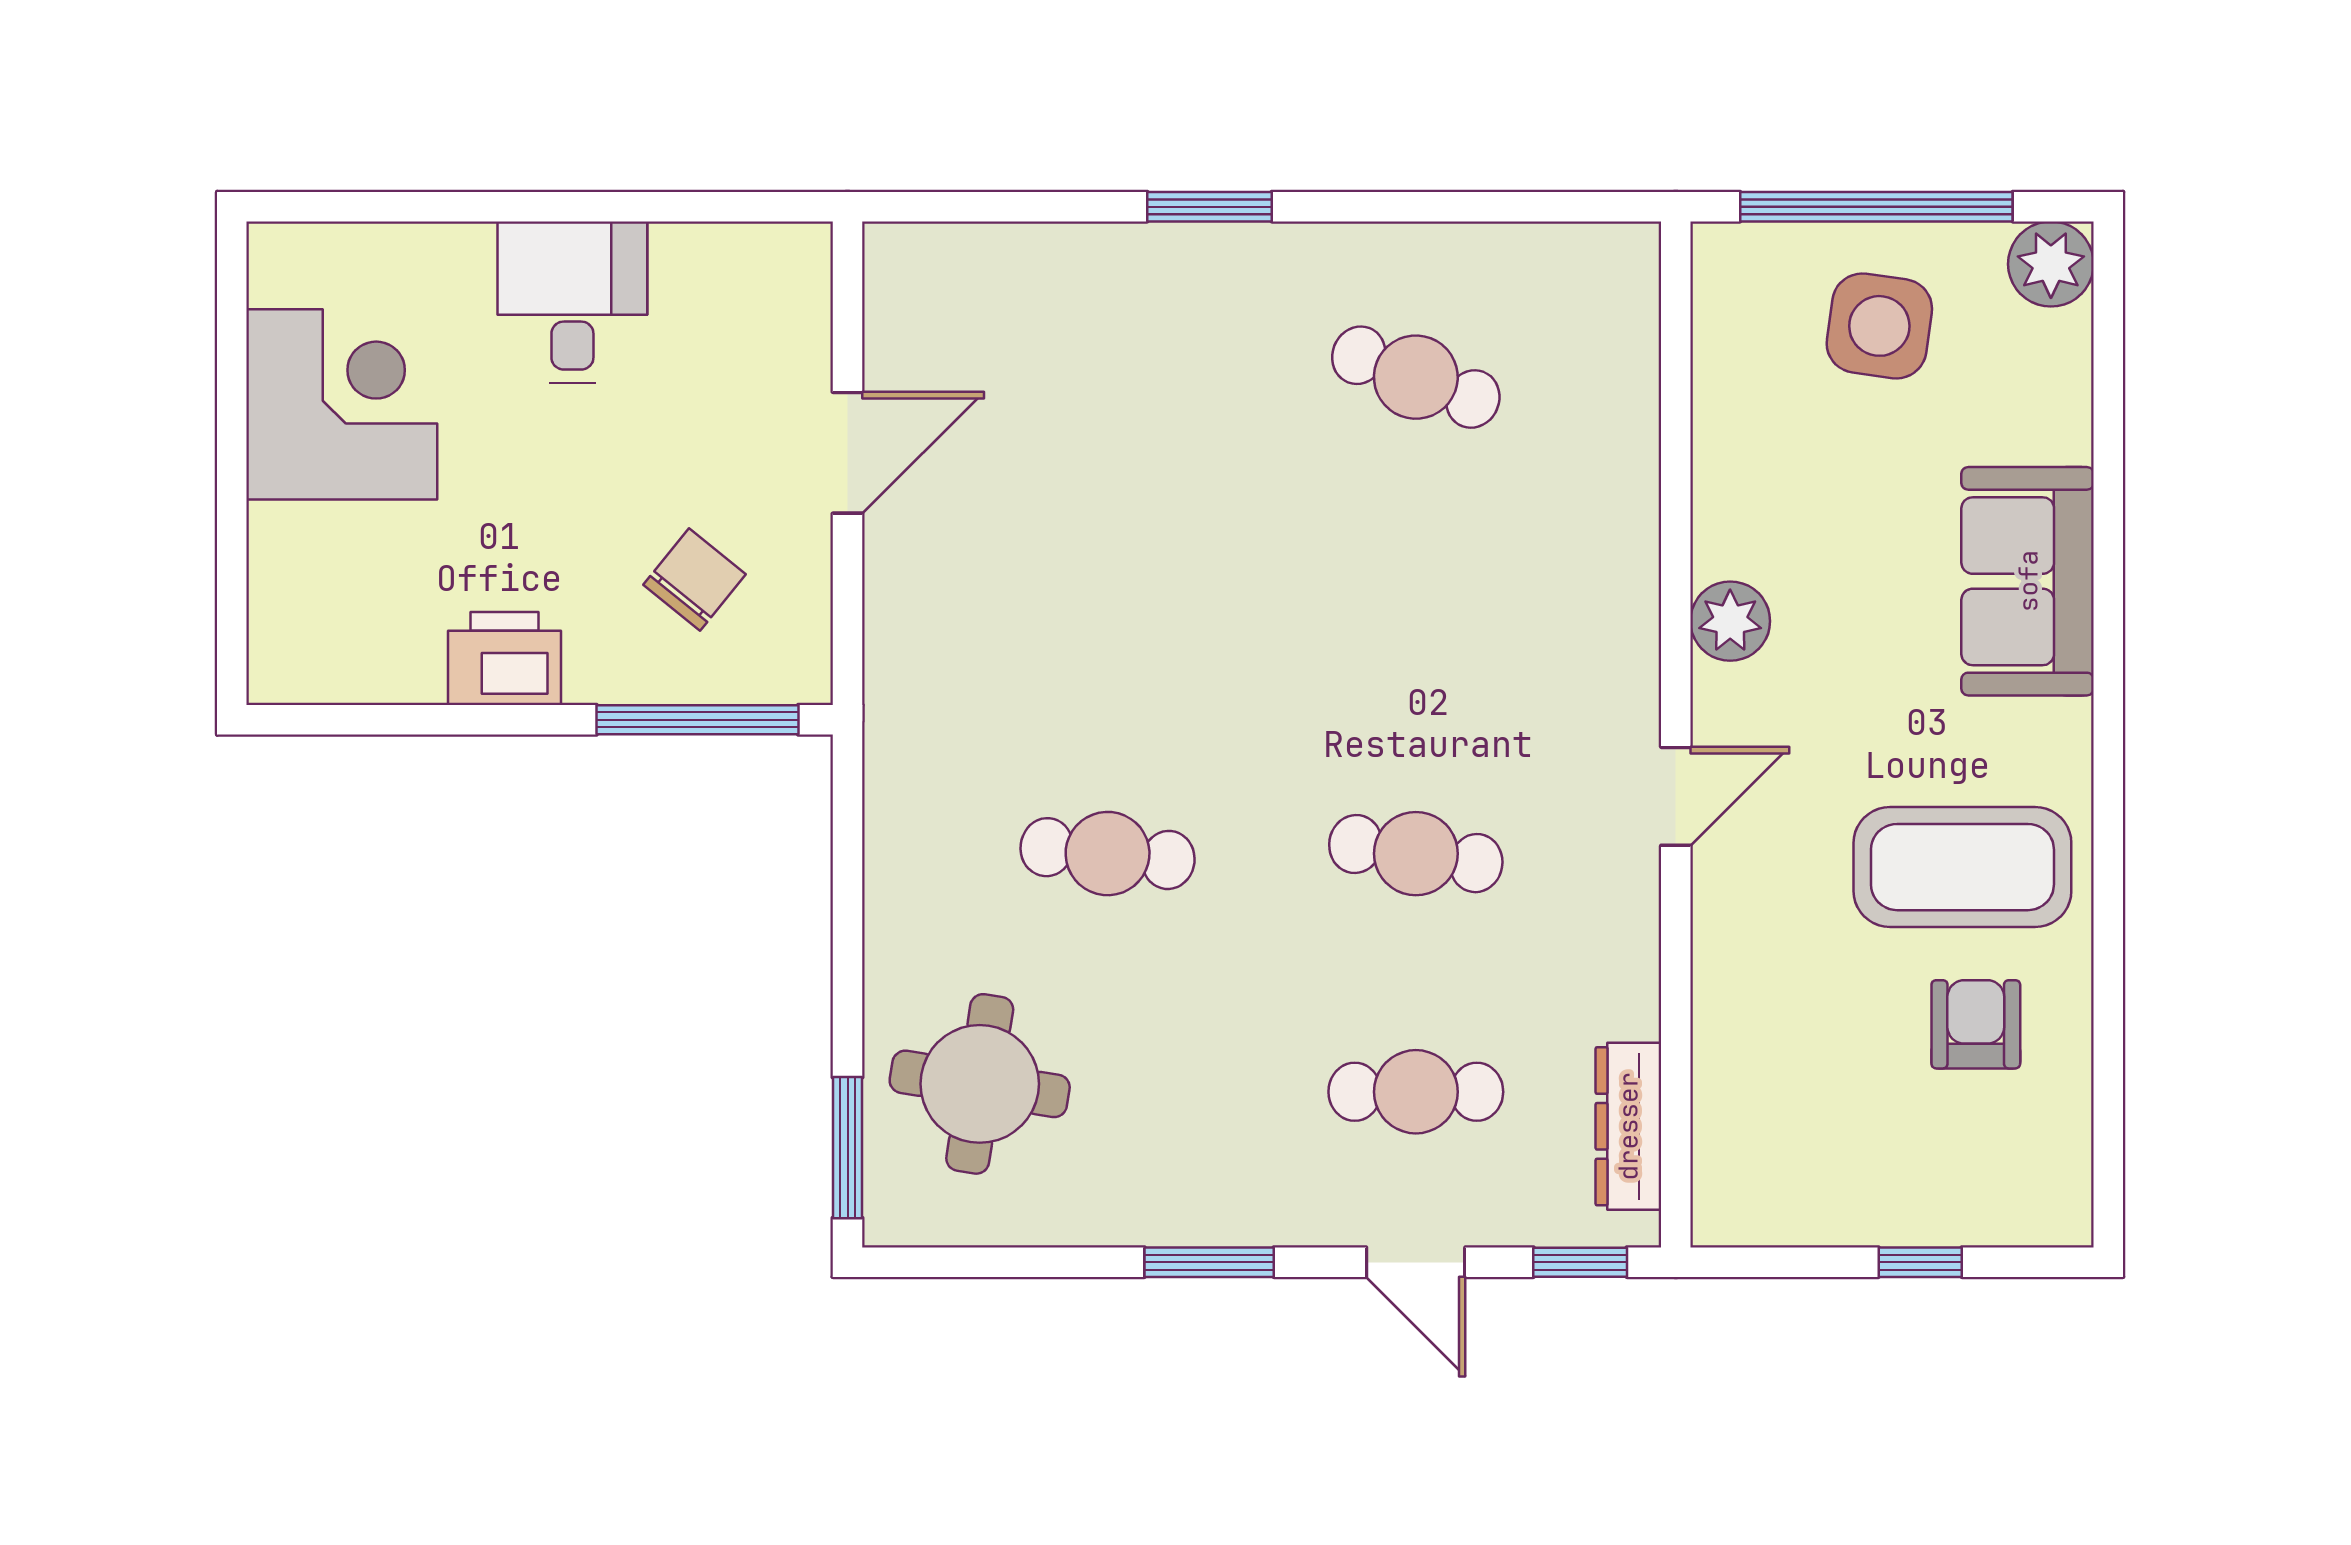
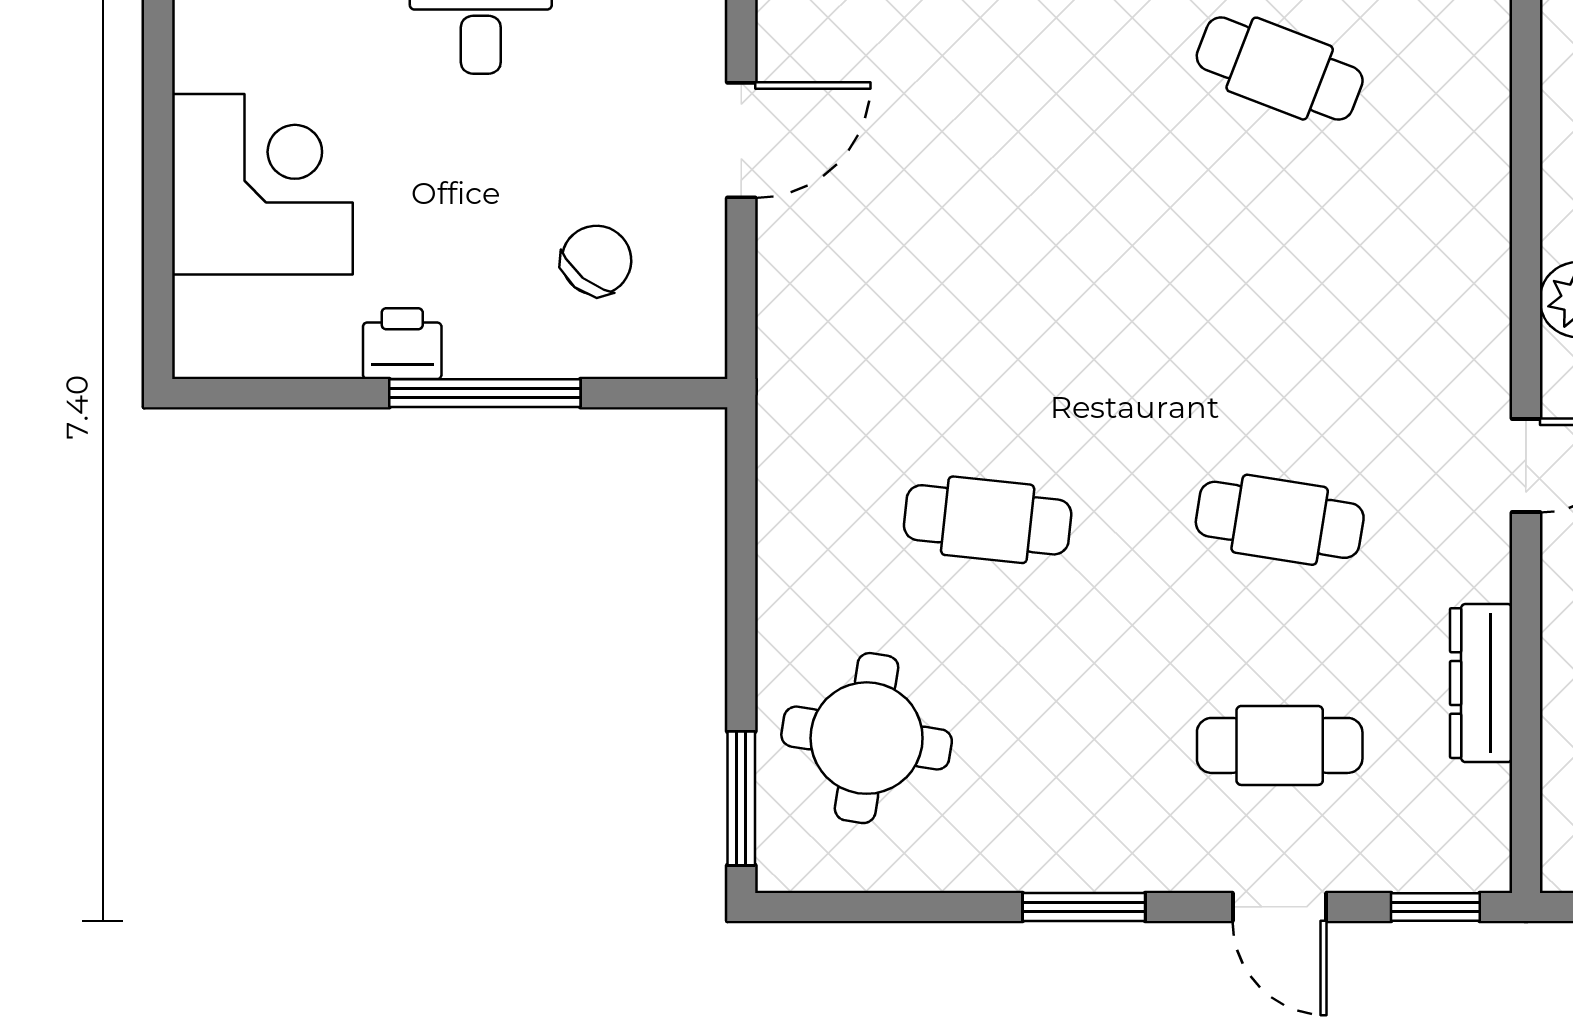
corner desk: (342, 404) -> (262, 184), moved
printer: (505, 659) -> (402, 344), width x0.73, depth x0.81
window: (697, 720) -> (485, 393), moved
dresser: (1628, 1126) -> (1481, 683), moved

